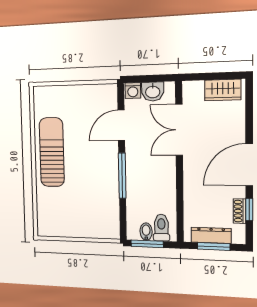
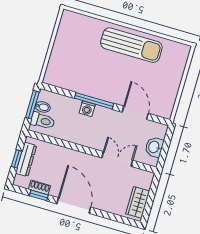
washing machine: (133, 91) -> (87, 109), moved, turned -90
double door: (179, 130) -> (117, 159), width x0.73
window: (214, 246) -> (17, 159), width x0.67

